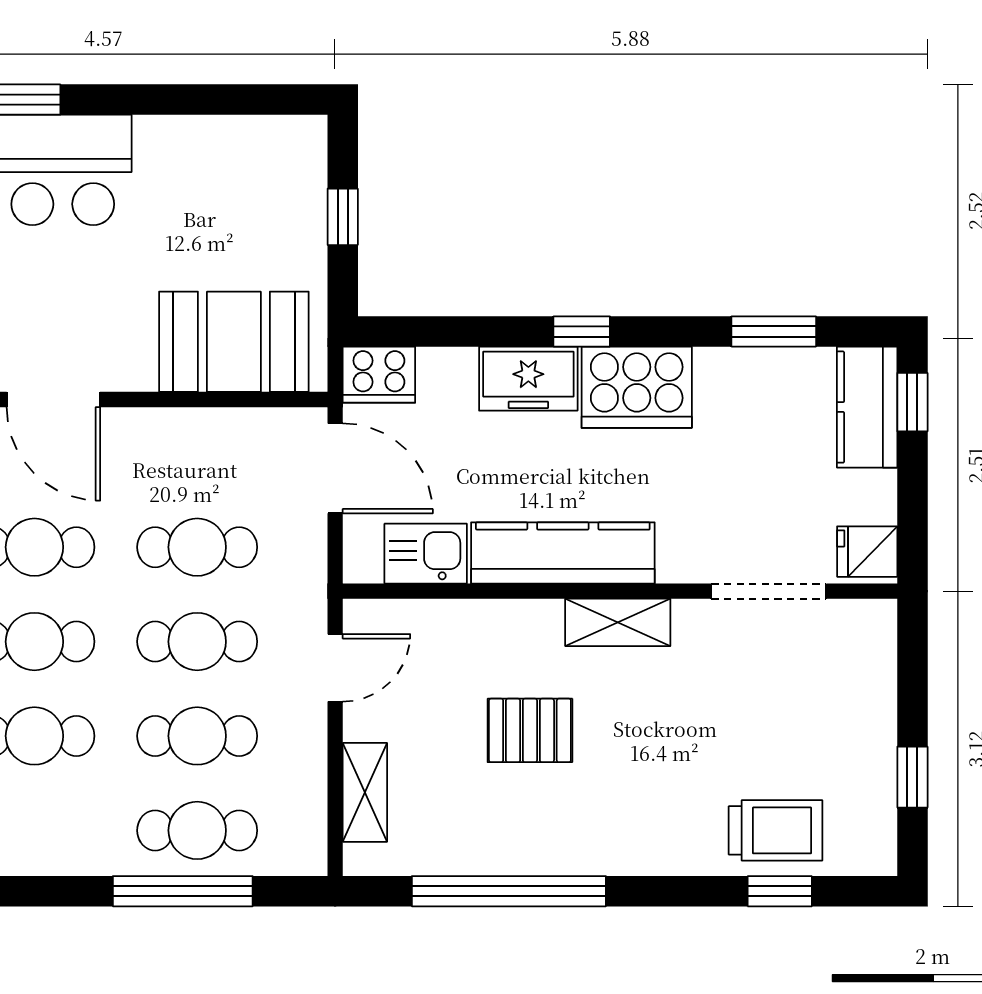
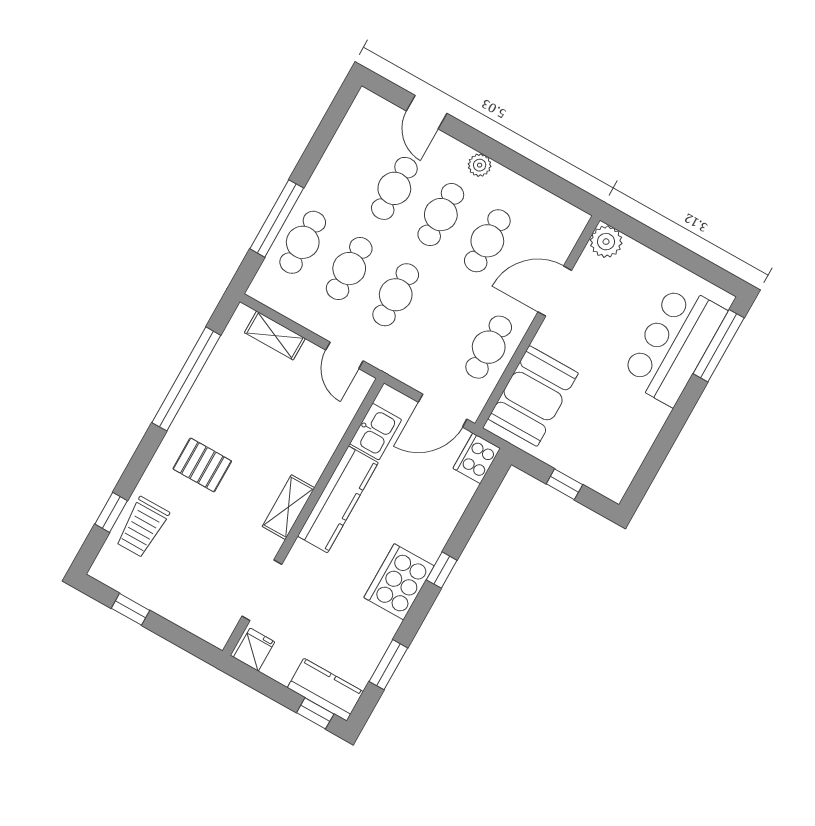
freezer: (528, 379) -> (433, 531), removed
cafe table: (197, 547) -> (489, 347), moved
pallet: (530, 730) -> (202, 465), moved, turned 90

